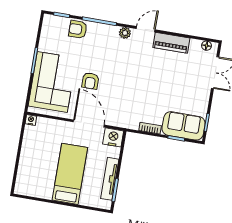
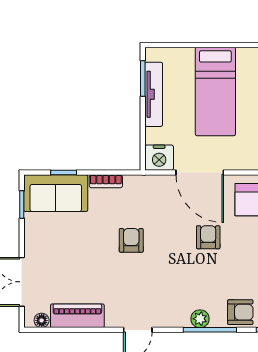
plant: (125, 33) -> (200, 319), moved
piano: (171, 43) -> (77, 316), moved
armchair: (140, 87) -> (131, 240), added

